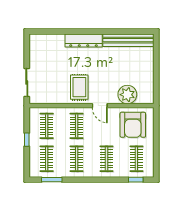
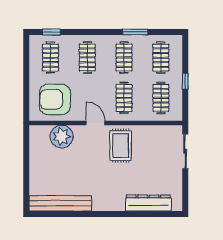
dresser: (84, 40) -> (148, 203), moved
armchair: (133, 125) -> (55, 99), turned -90
window: (52, 180) -> (135, 32), moved

